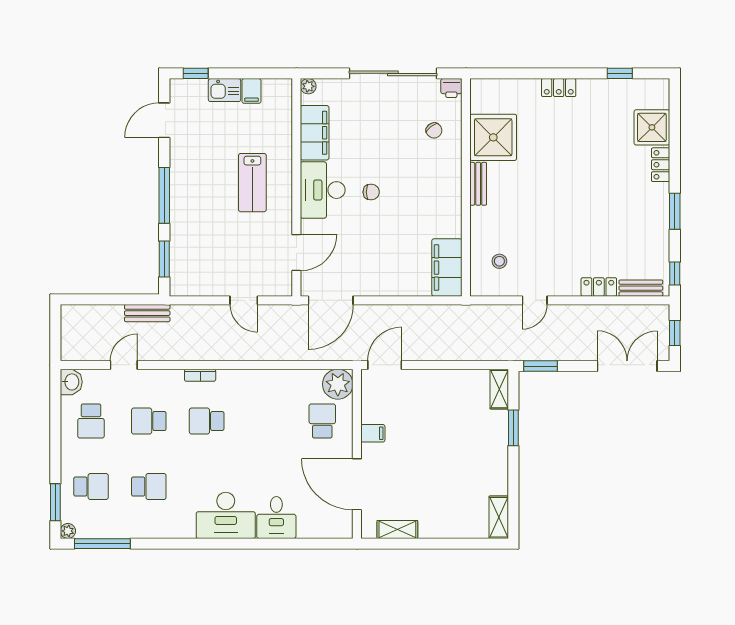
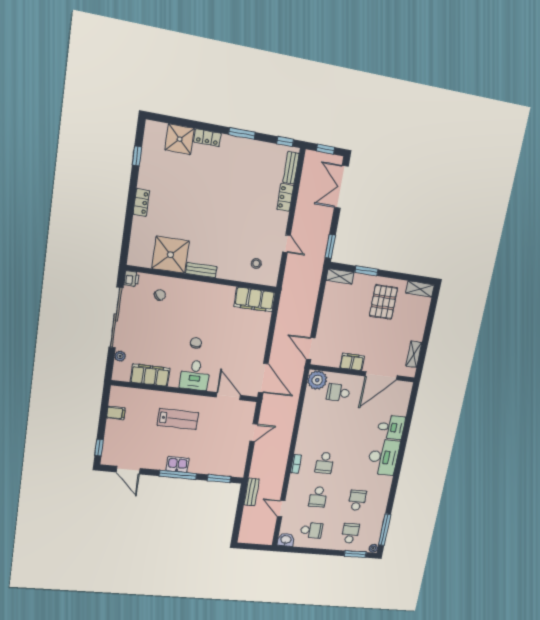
plant: (308, 86) -> (120, 356), moved
kitchen sink: (225, 90) -> (178, 464), moved, turned -90
desk: (323, 190) -> (195, 375), width x0.73
filing cabinet: (373, 433) -> (352, 362), width x2.00
pallet: (471, 464) -> (383, 302), added

